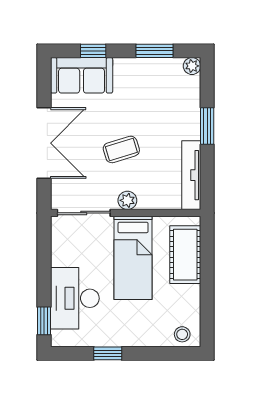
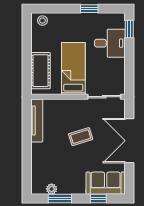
plant: (192, 66) -> (52, 189), moved
window: (207, 126) -> (27, 151), removed
plant: (127, 200) -> (77, 105), removed
desk: (75, 298) -> (110, 43), width x0.73

